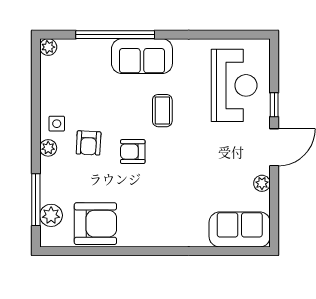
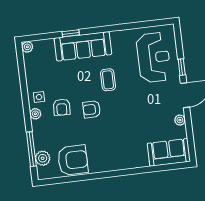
window: (115, 35) -> (71, 33), width x0.32
sofa: (142, 56) -> (83, 46), width x1.36

